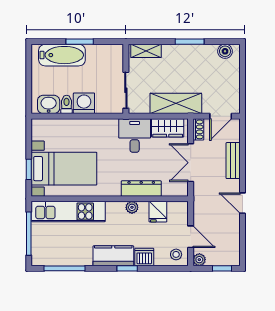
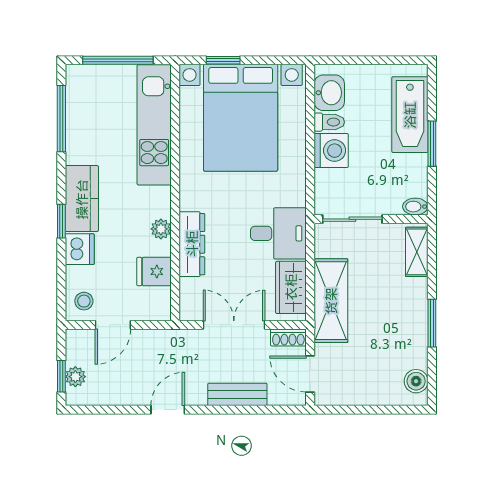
bidet: (118, 52) -> (415, 207), added
bed with nightstands: (64, 169) -> (241, 118), width x1.36
plant: (199, 260) -> (75, 377), moved

